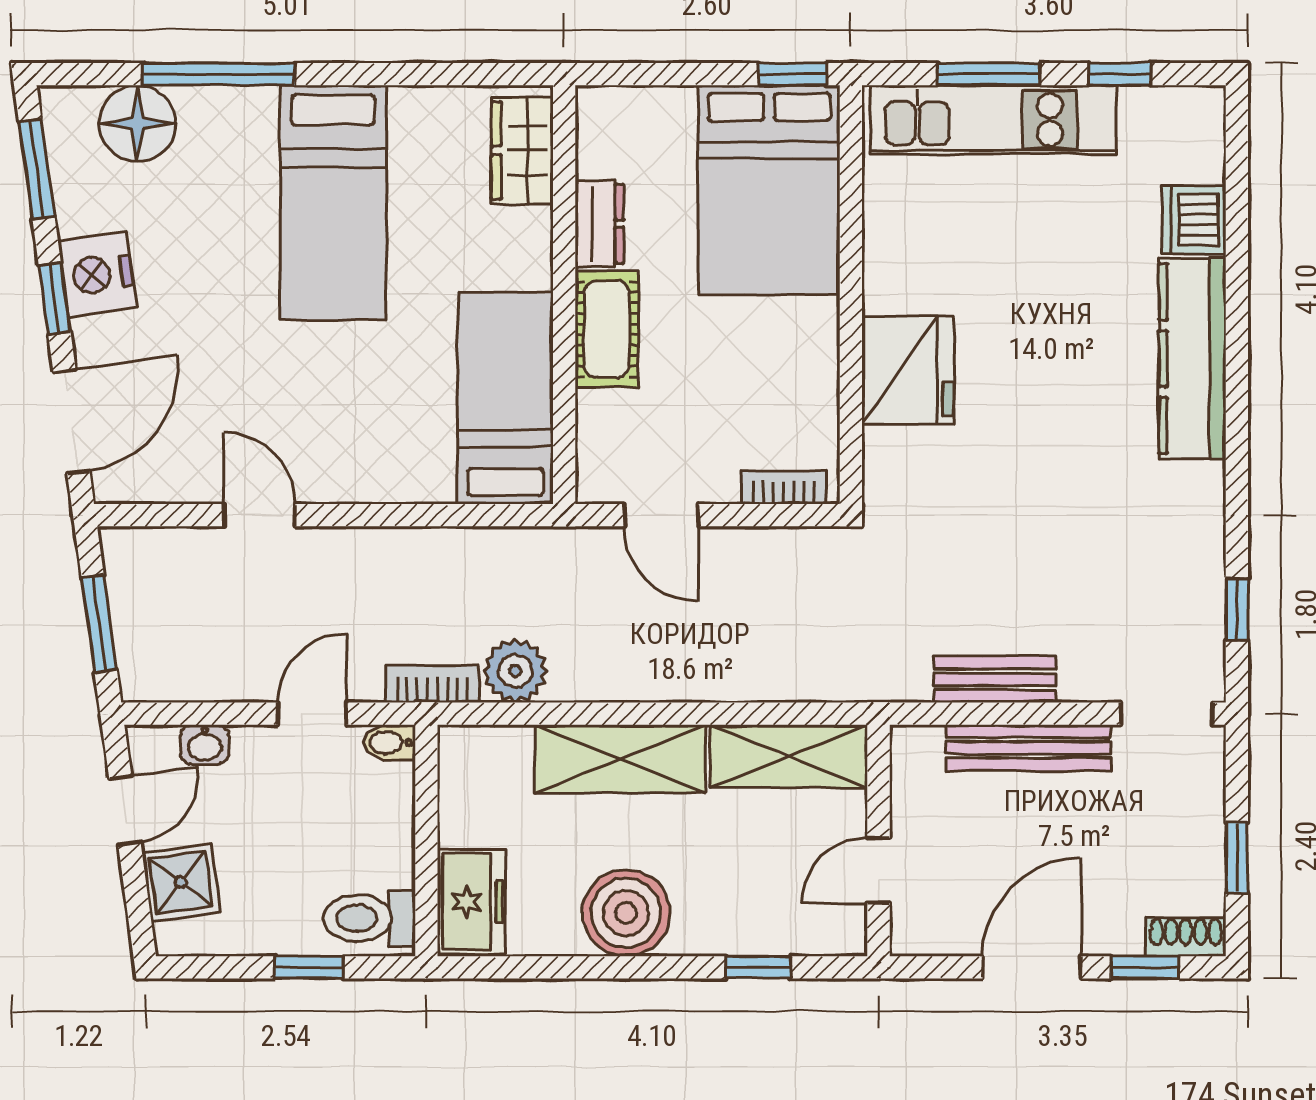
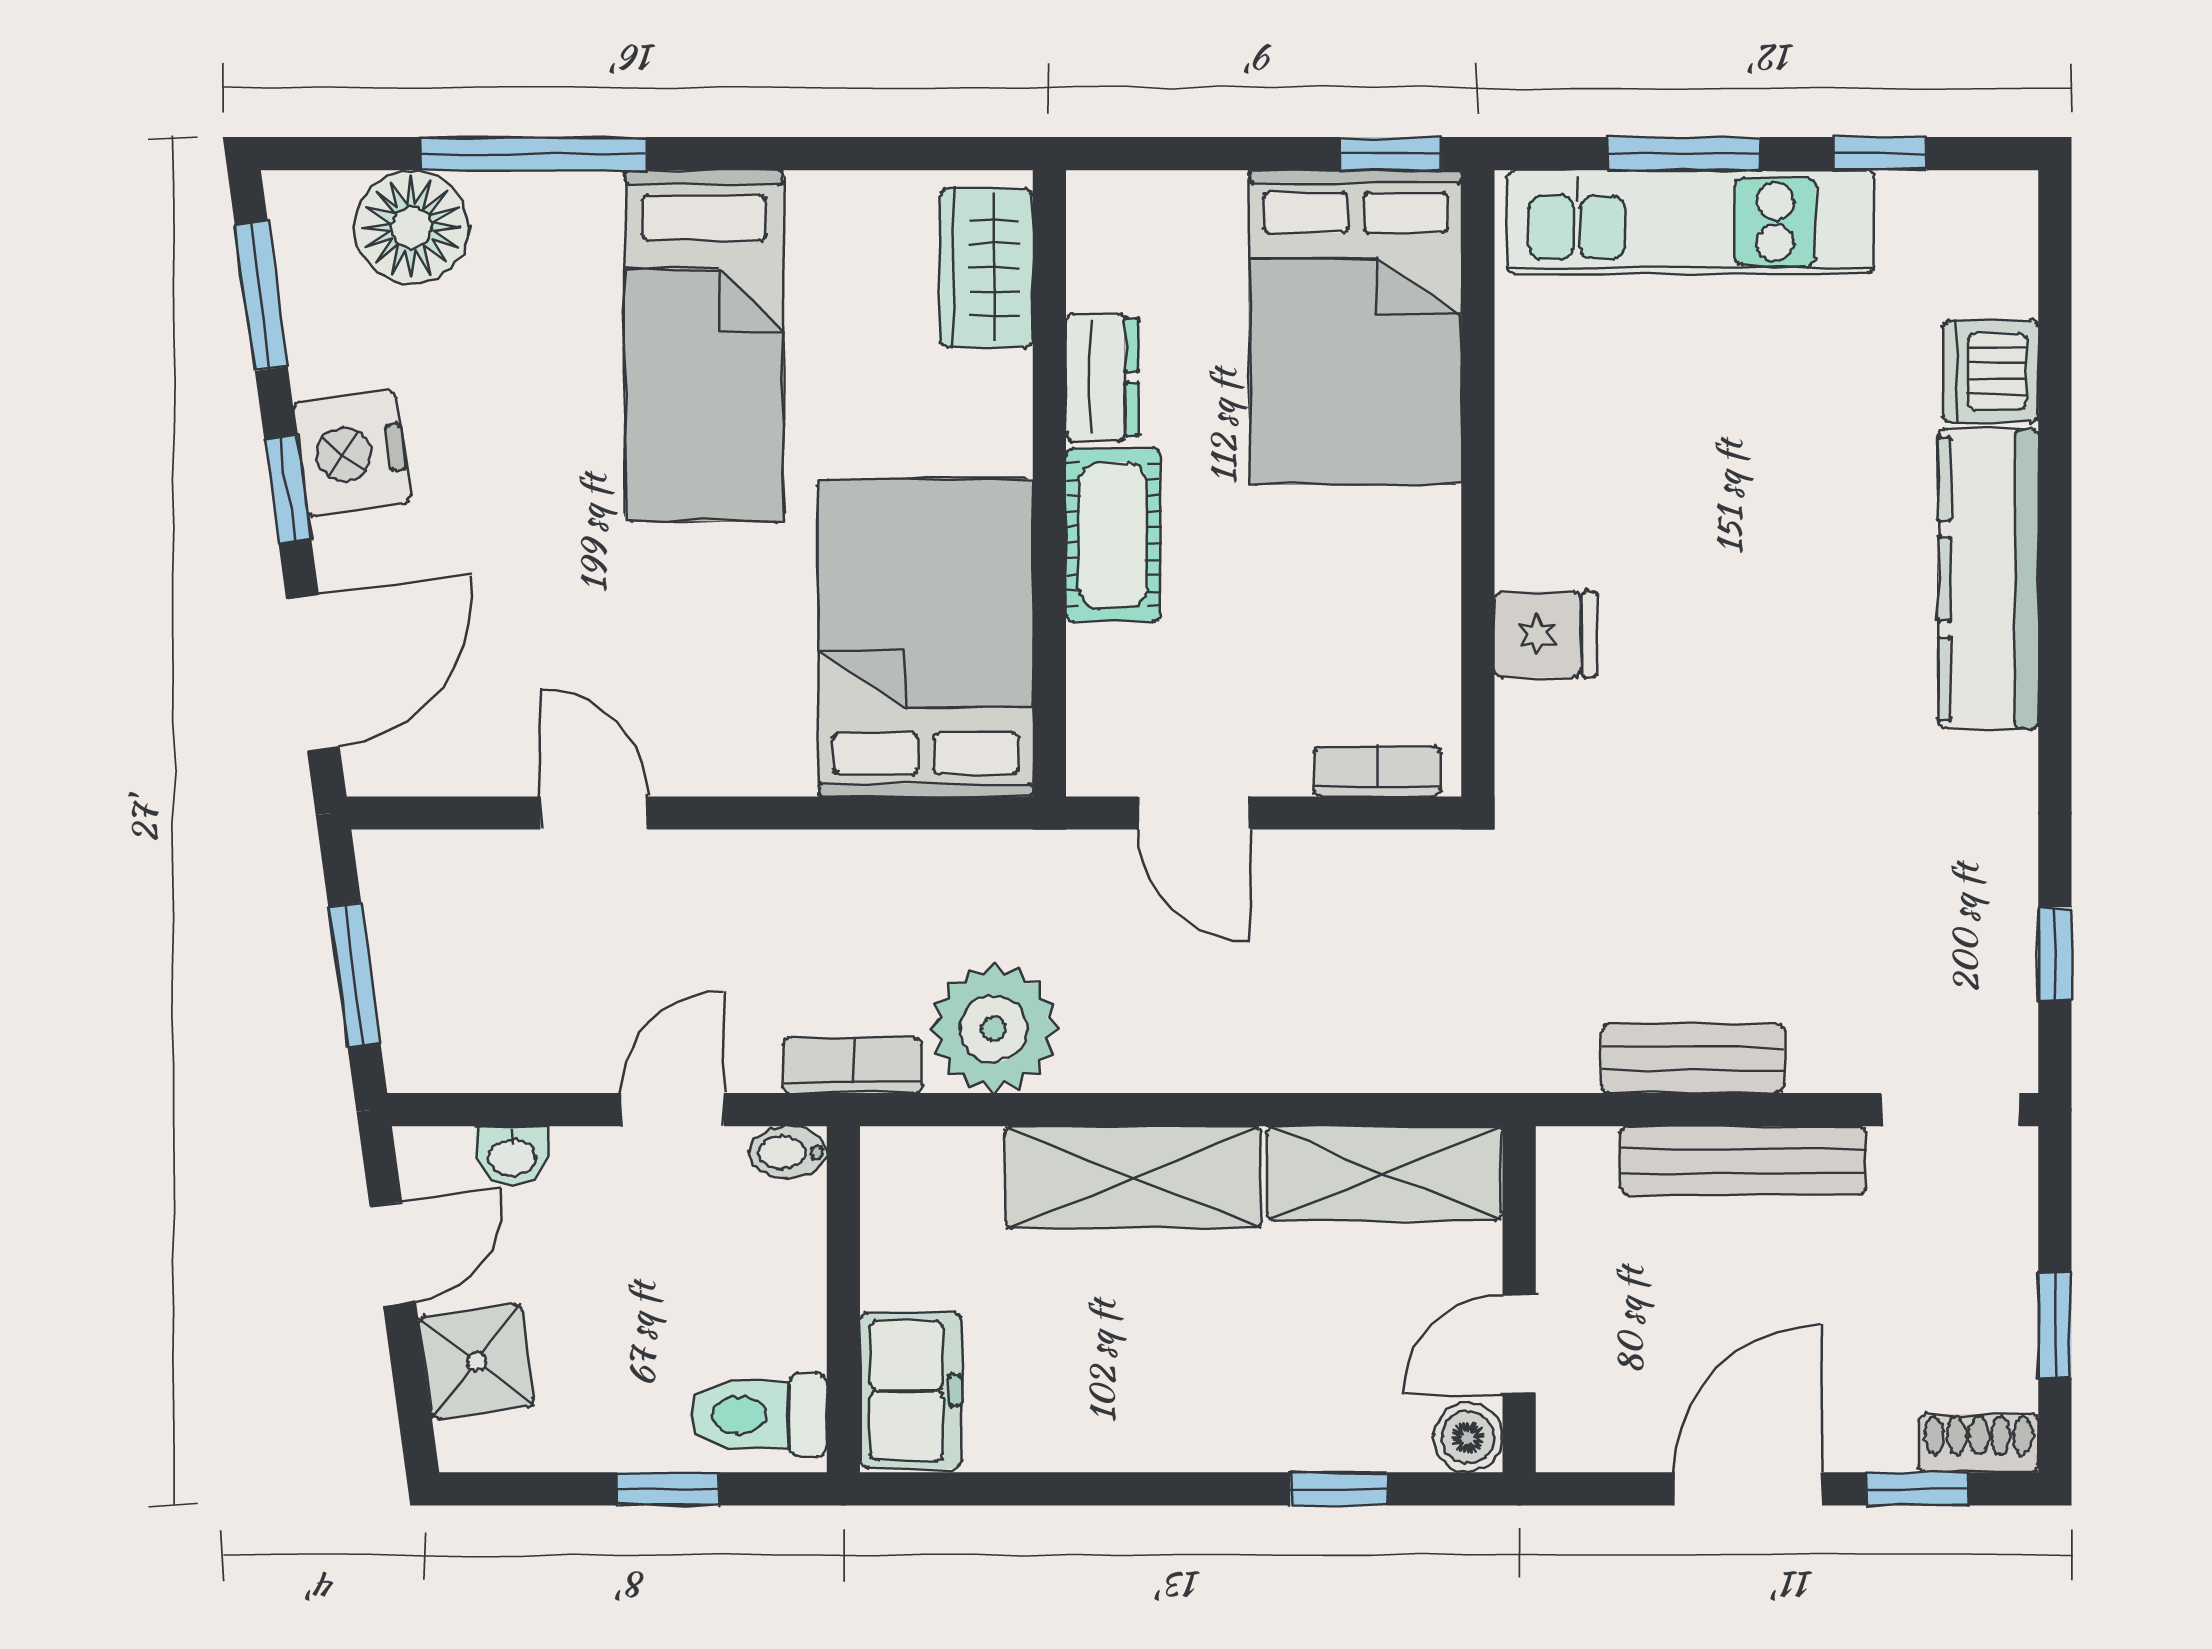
fridge: (908, 370) -> (1546, 634), width x0.53, depth x0.75
bed: (505, 398) -> (926, 638), width x1.50
plant: (515, 671) -> (994, 1029), width x1.36, depth x1.36
boiler: (626, 913) -> (1468, 1437), moved, width x0.54, depth x0.54

